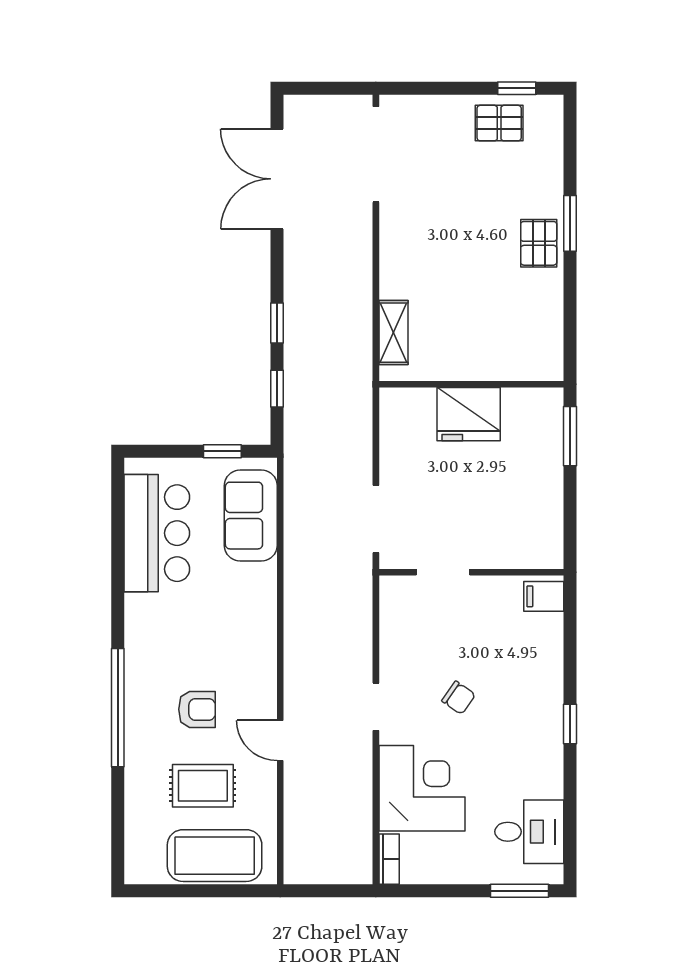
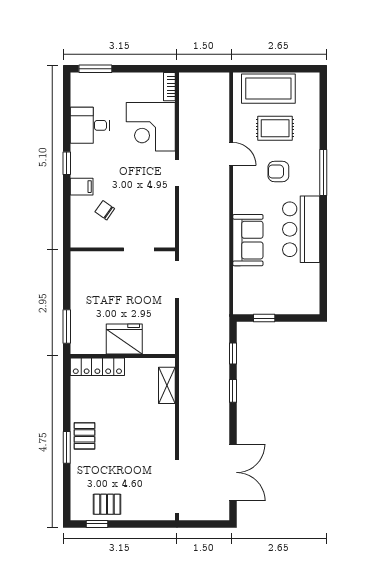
locker: (516, 365) -> (97, 367), added
sofa: (251, 516) -> (248, 240), moved
bar counter: (157, 533) -> (301, 229), moved
filing cabinet: (544, 596) -> (82, 187), moved
chair: (459, 698) -> (105, 210), moved
window: (118, 708) -> (323, 172), width x0.68
desk: (529, 832) -> (90, 125), moved

